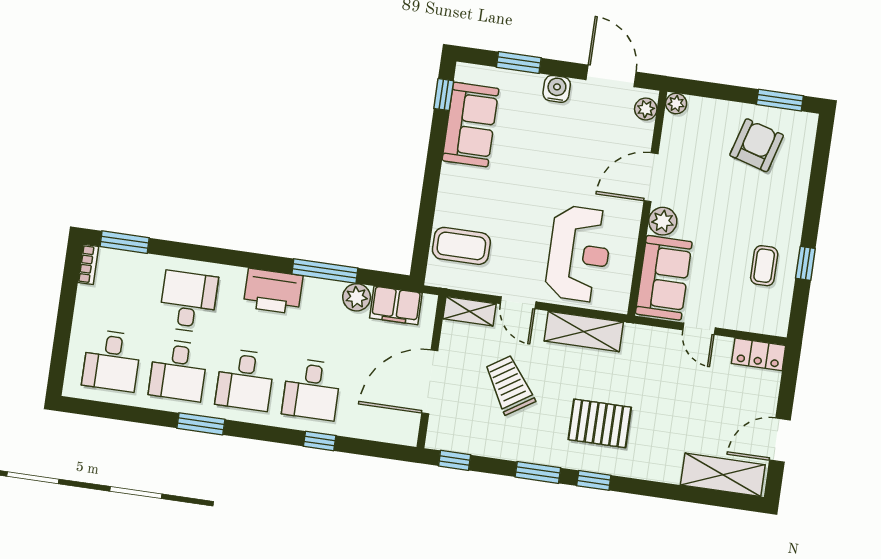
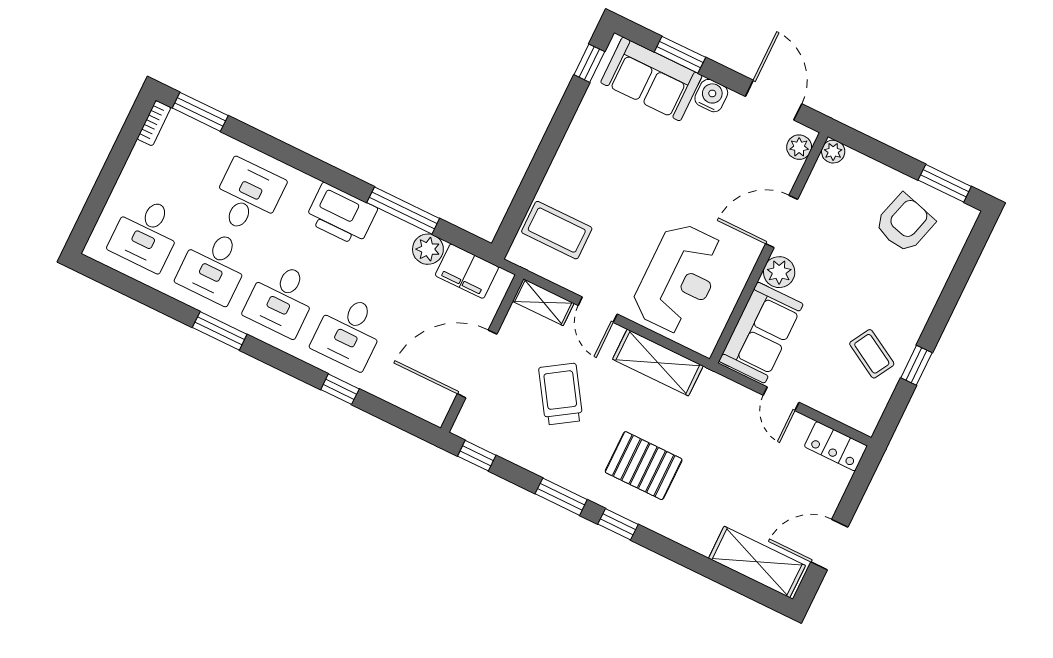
sofa: (470, 125) -> (651, 79), moved, turned 90
coffee table: (764, 266) -> (872, 354), turned -60

